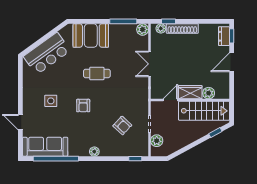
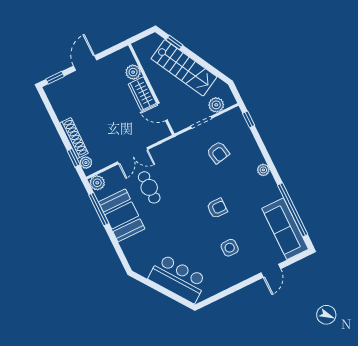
booth: (91, 36) -> (122, 215), moved
dresser: (224, 36) -> (60, 86), removed
door: (232, 62) -> (85, 63), swing flipped
cafe table: (97, 73) -> (149, 187), moved
stairs: (204, 111) -> (184, 68), moved, turned 152
armchair: (122, 126) -> (218, 152), turned 126

